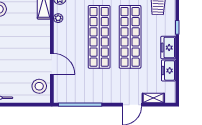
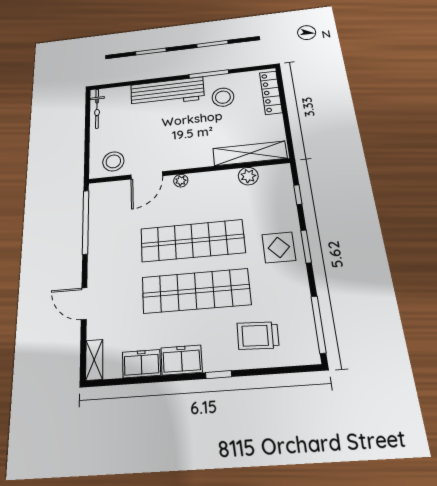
plant: (58, 18) -> (181, 181), moved
shelving: (153, 98) -> (94, 360), moved

